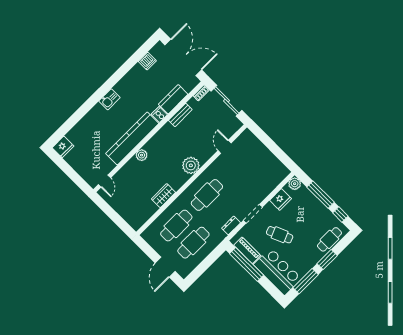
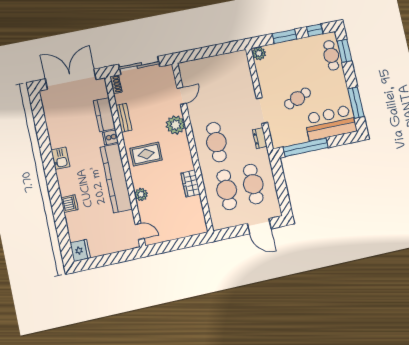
dishwasher: (147, 61) -> (69, 204), moved
kitchen sink: (109, 99) -> (60, 158), moved
door: (225, 147) -> (182, 96), swing flipped
rug: (164, 149) -> (146, 154), added
plant: (142, 155) -> (141, 194), moved
plant: (191, 165) -> (175, 125), moved
window: (320, 195) -> (285, 36), width x0.69
fridge: (281, 199) -> (265, 76), removed
piano: (247, 250) -> (293, 138), removed
window: (327, 260) -> (344, 51), moved

